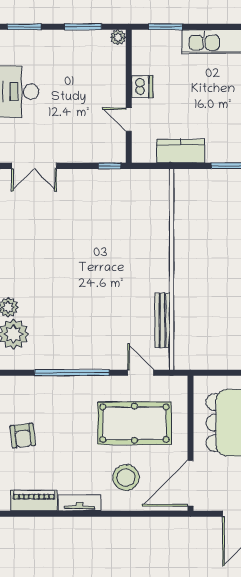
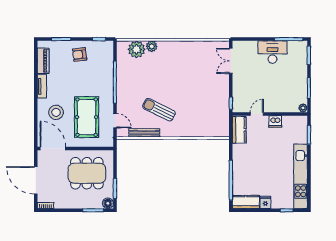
kitchen counter: (180, 151) -> (239, 130), moved
sun lounger: (121, 294) -> (159, 110), added
door: (141, 373) -> (115, 121), hinge flipped

